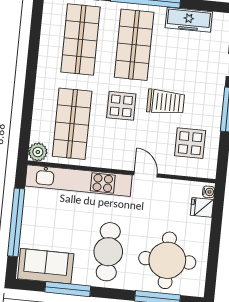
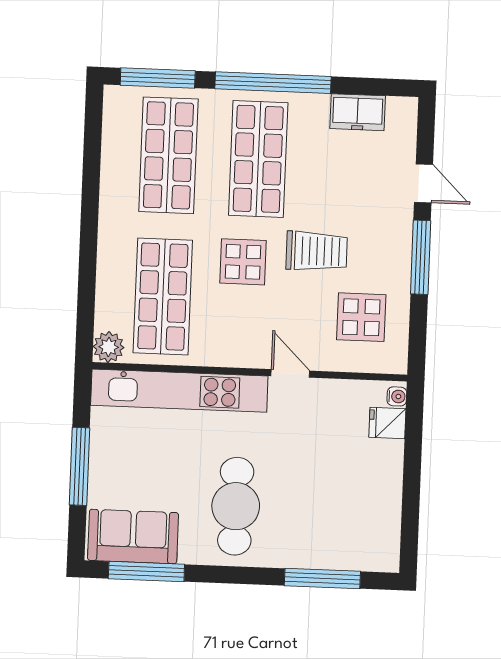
freezer: (189, 20) -> (358, 112), width x0.71
window: (16, 222) -> (79, 466), width x0.68
round table: (167, 260) -> (335, 515), removed
window: (68, 289) -> (146, 571), moved

